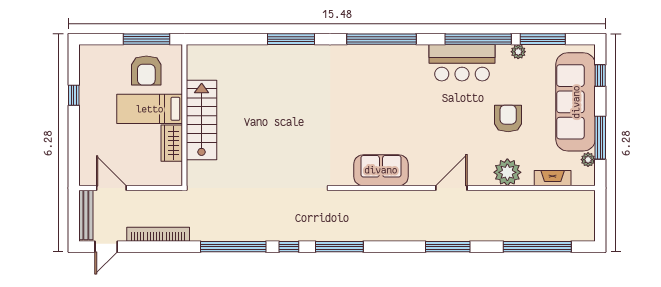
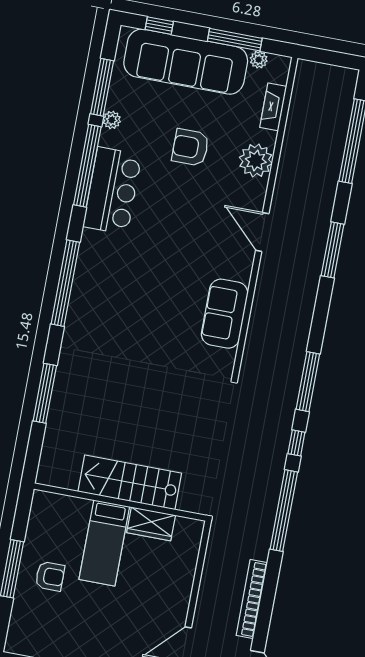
armchair: (146, 71) -> (50, 576), width x0.72, depth x0.72
bed: (150, 109) -> (104, 543), moved
wall: (184, 115) -> (120, 502), moved
stairs: (202, 120) -> (130, 482), moved
wardrobe: (172, 143) -> (151, 524), moved

